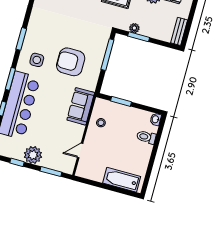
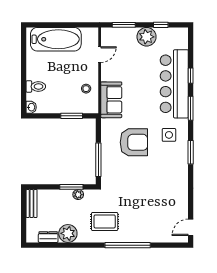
bathtub: (122, 180) -> (56, 39), width x1.36, depth x1.36

